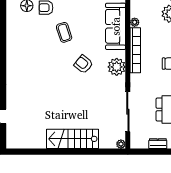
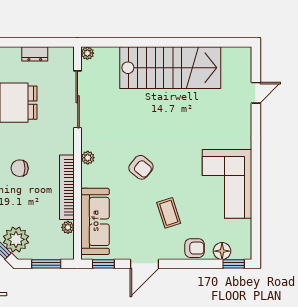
corner sofa: (23, 53) -> (227, 184), added
plant: (117, 67) -> (88, 158), width x0.53, depth x0.53
stairs: (72, 139) -> (170, 68), width x1.36, depth x1.51

